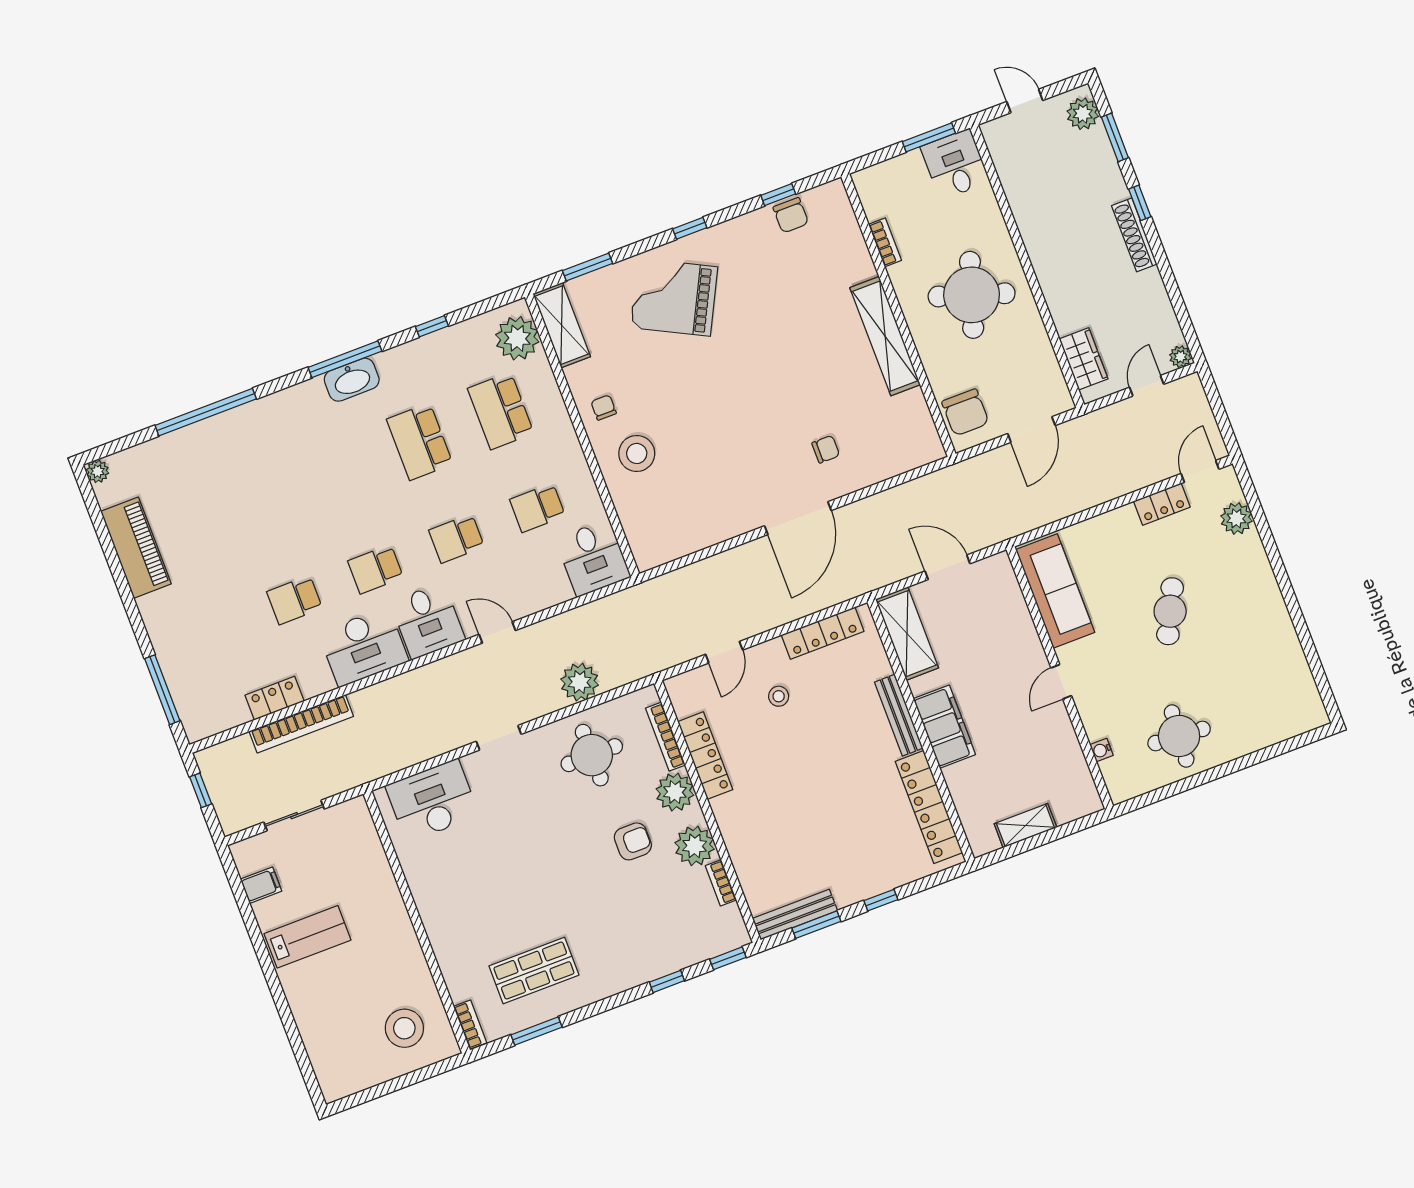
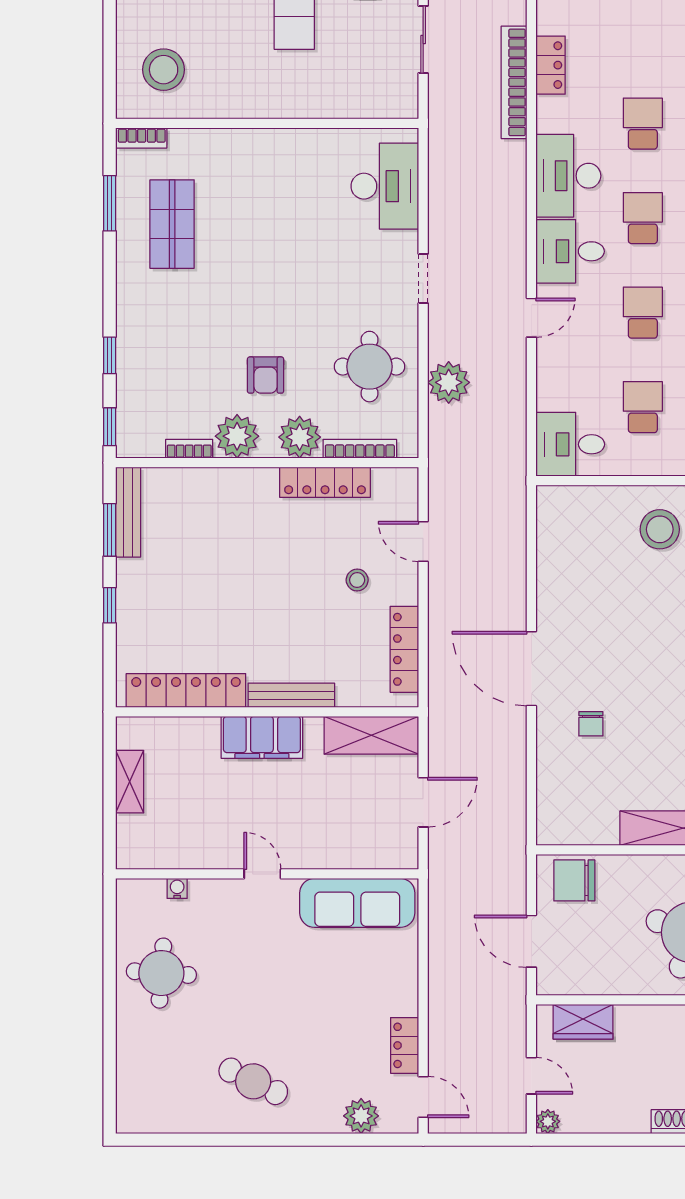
cafe table: (1170, 611) -> (253, 1081), moved

